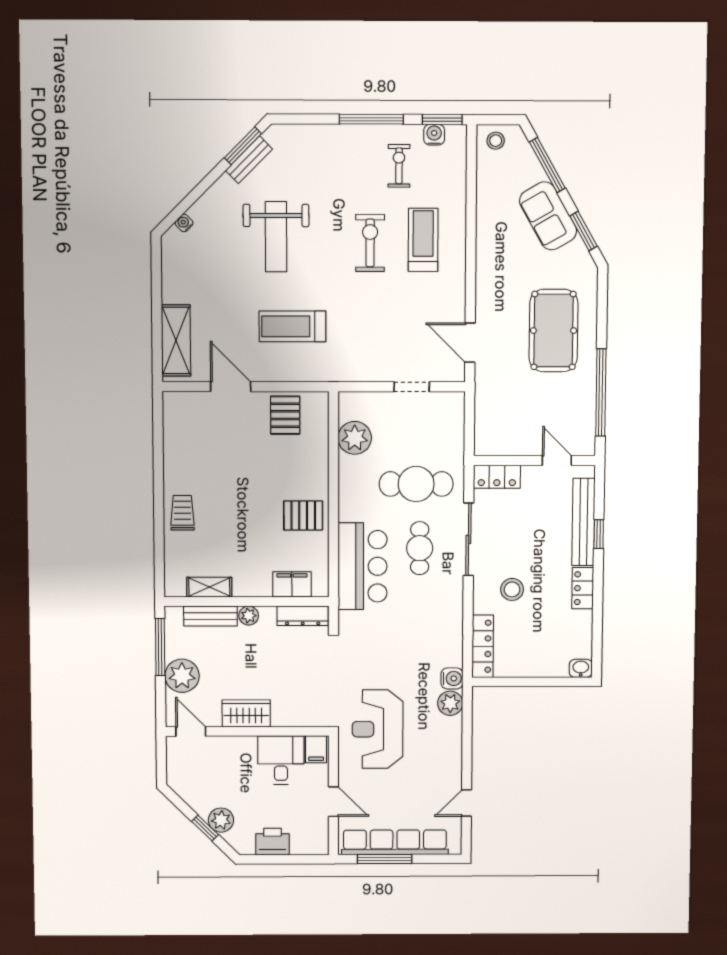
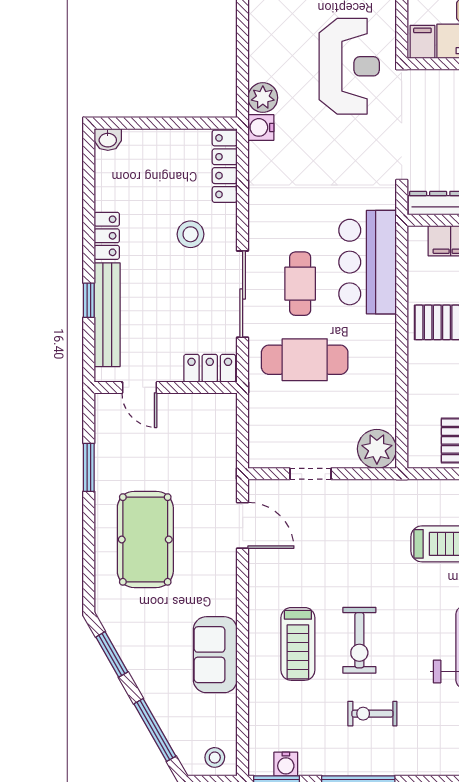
exercise bike: (399, 166) -> (372, 714), moved, turned 90
sofa: (548, 216) -> (215, 655), moved, turned -150
window: (601, 392) -> (89, 467), width x0.47
plant: (355, 438) -> (377, 449), moved

